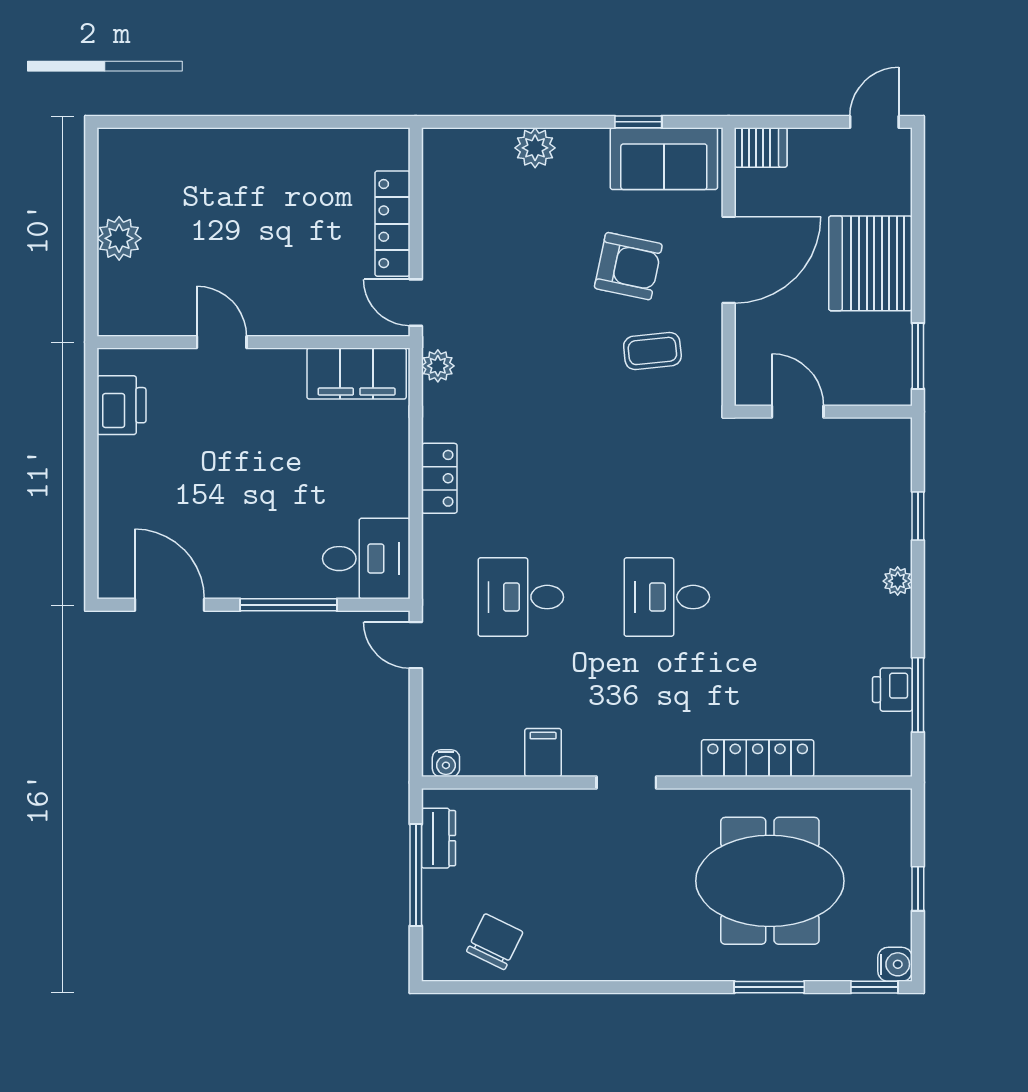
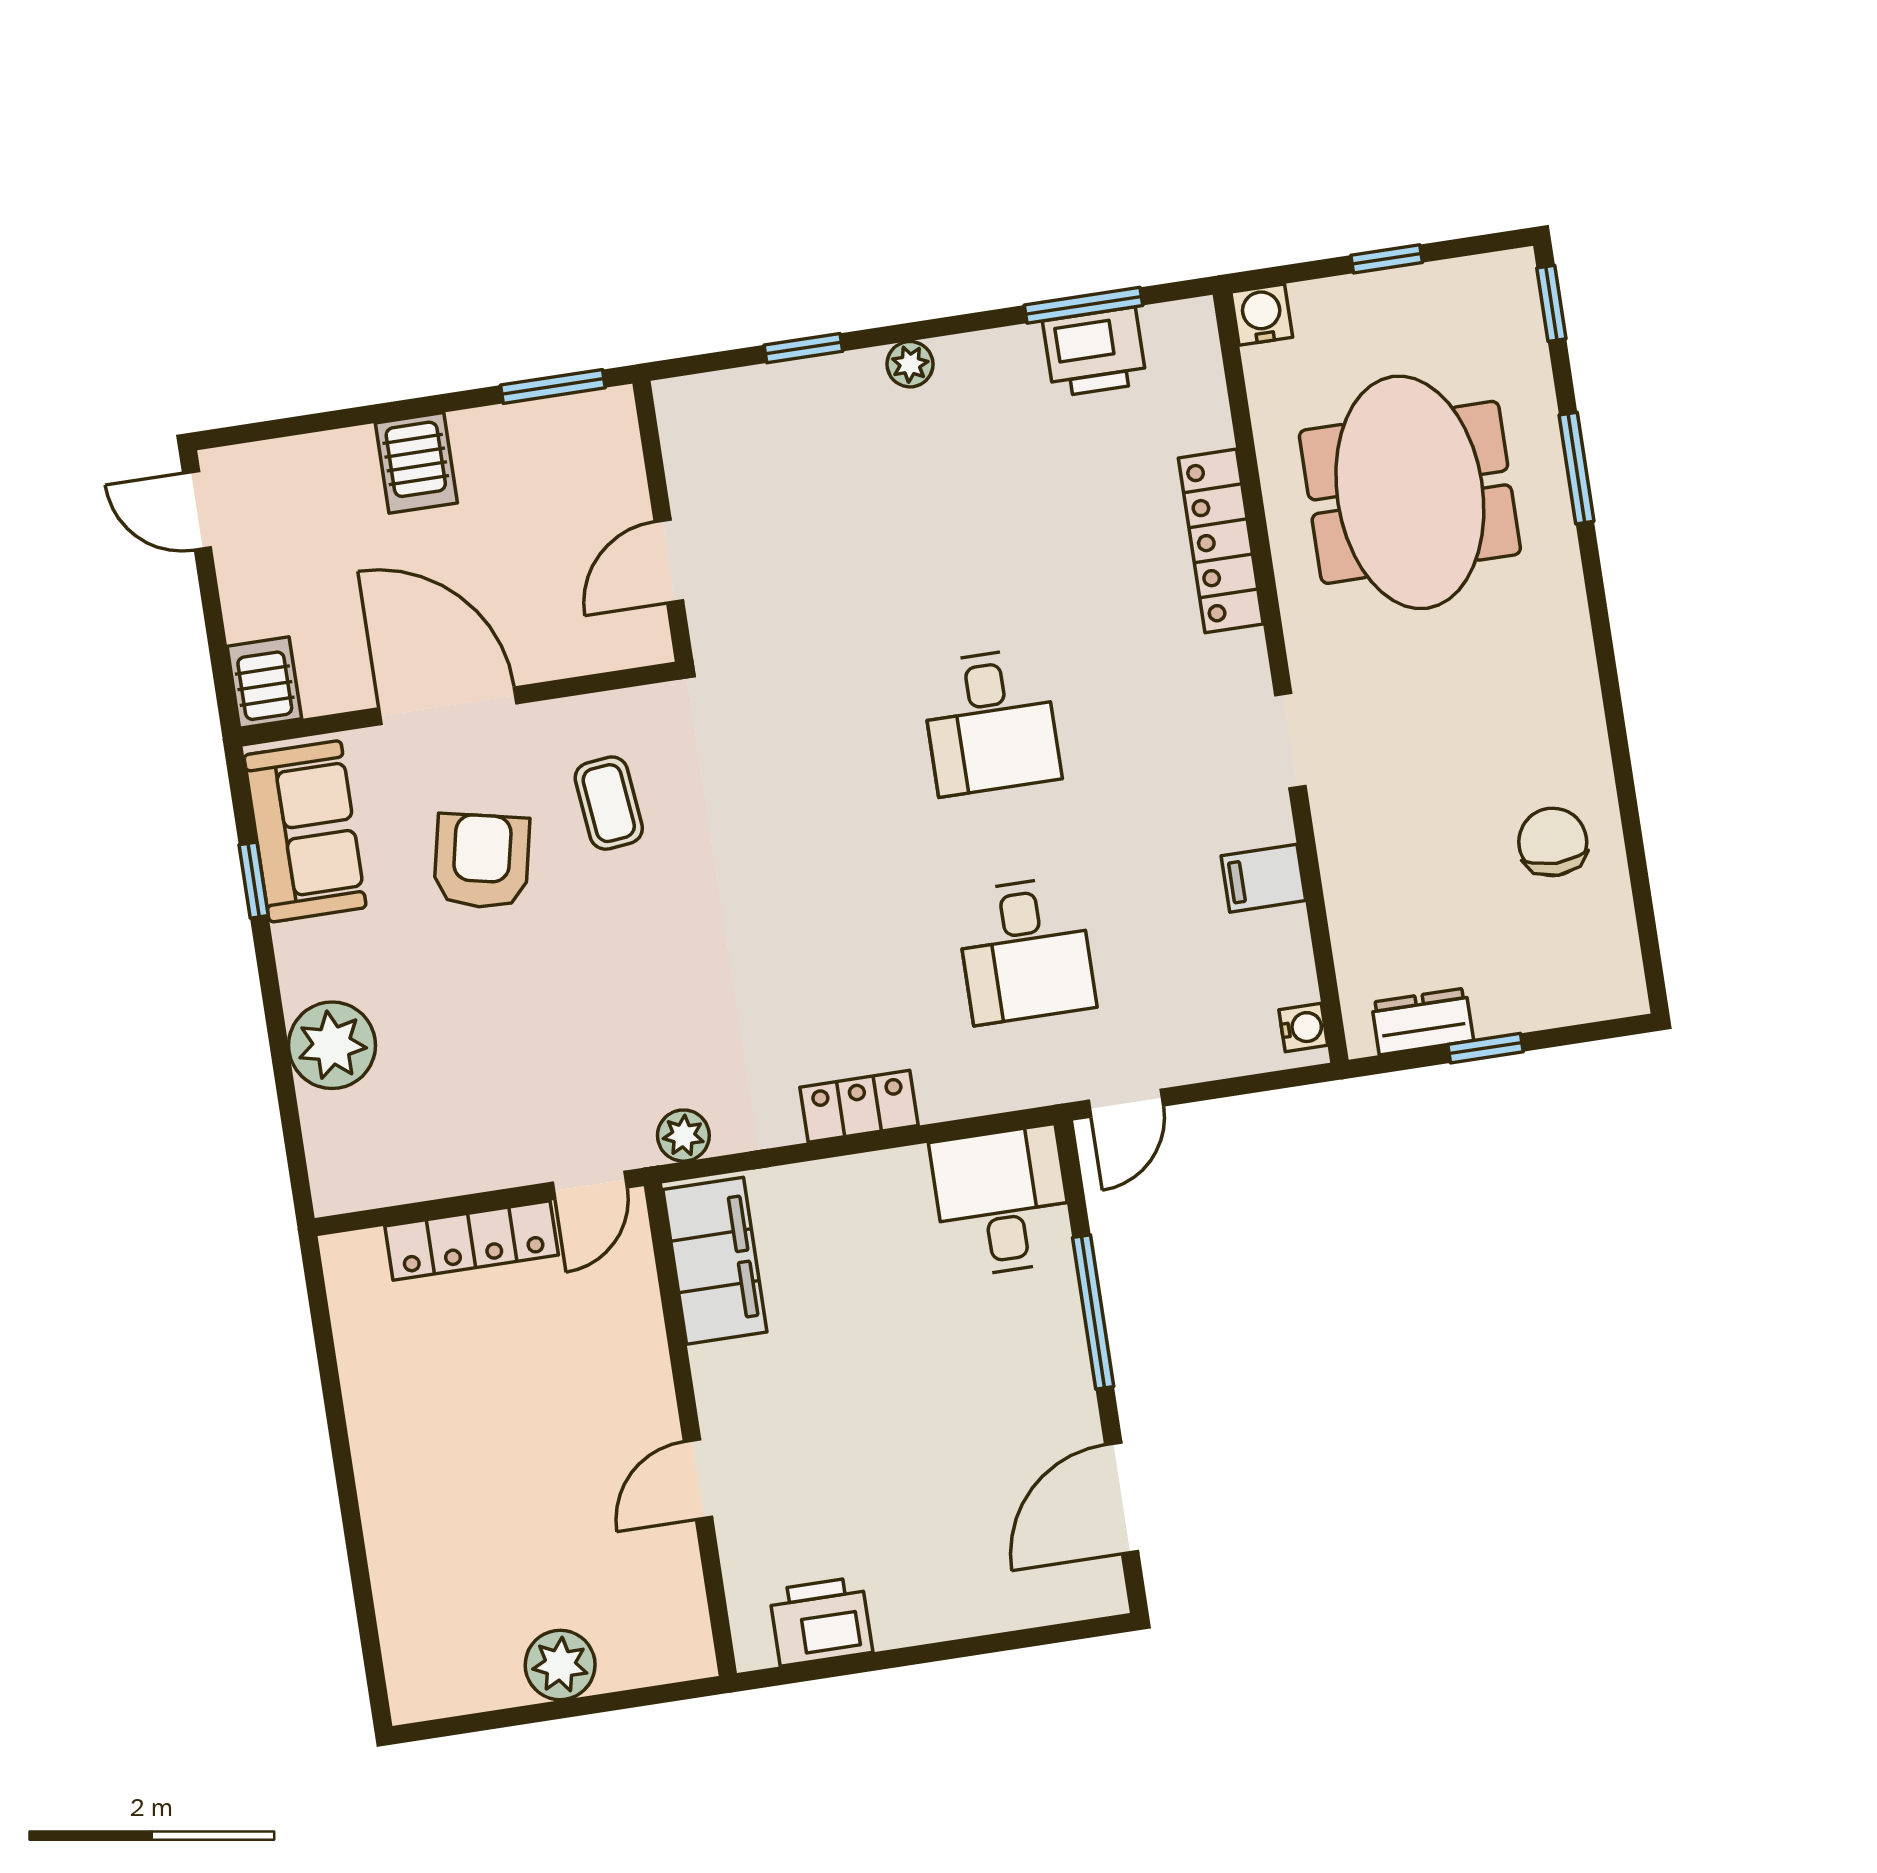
plant: (535, 148) -> (332, 1045), width x1.36, depth x1.36
server rack: (870, 263) -> (416, 463), width x0.46, depth x0.70
printer: (892, 690) -> (1095, 352), width x1.36, depth x1.24
window: (416, 875) -> (1486, 1048), width x0.46
chair: (495, 942) -> (1553, 842), moved, turned 64
water cooler: (895, 964) -> (1262, 315), moved

